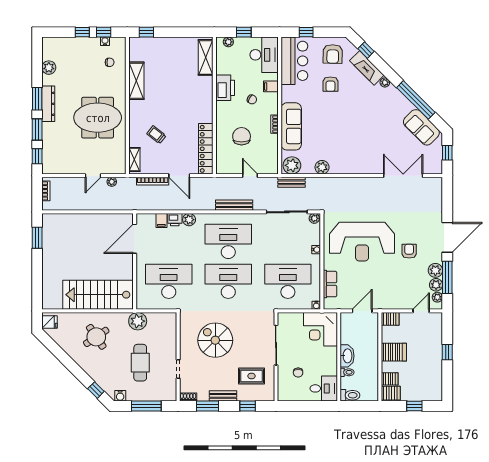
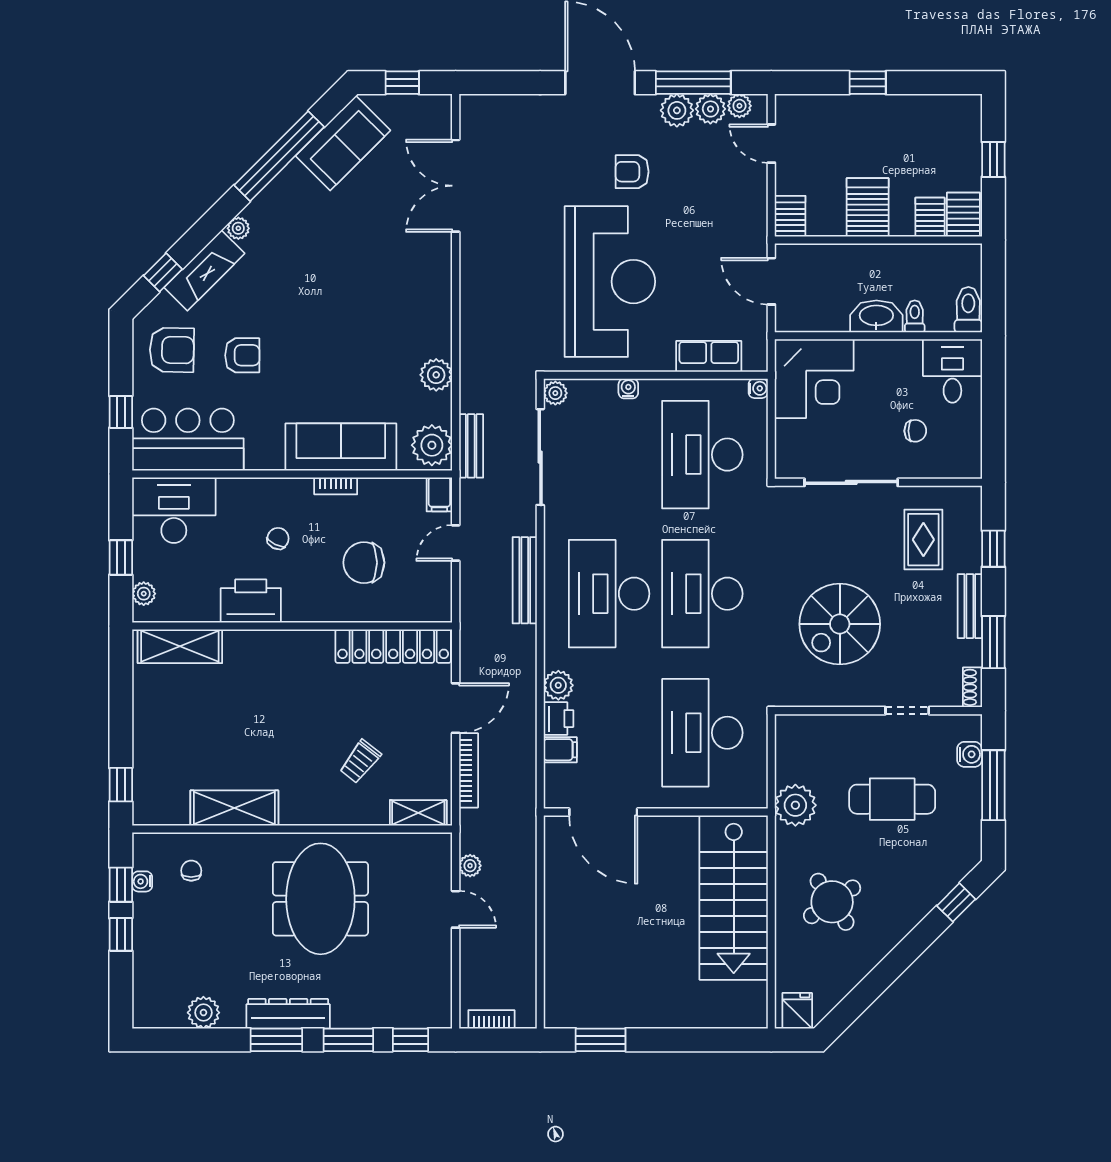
filing cabinet: (271, 86) -> (439, 494), moved
water cooler: (120, 396) -> (970, 754), moved

